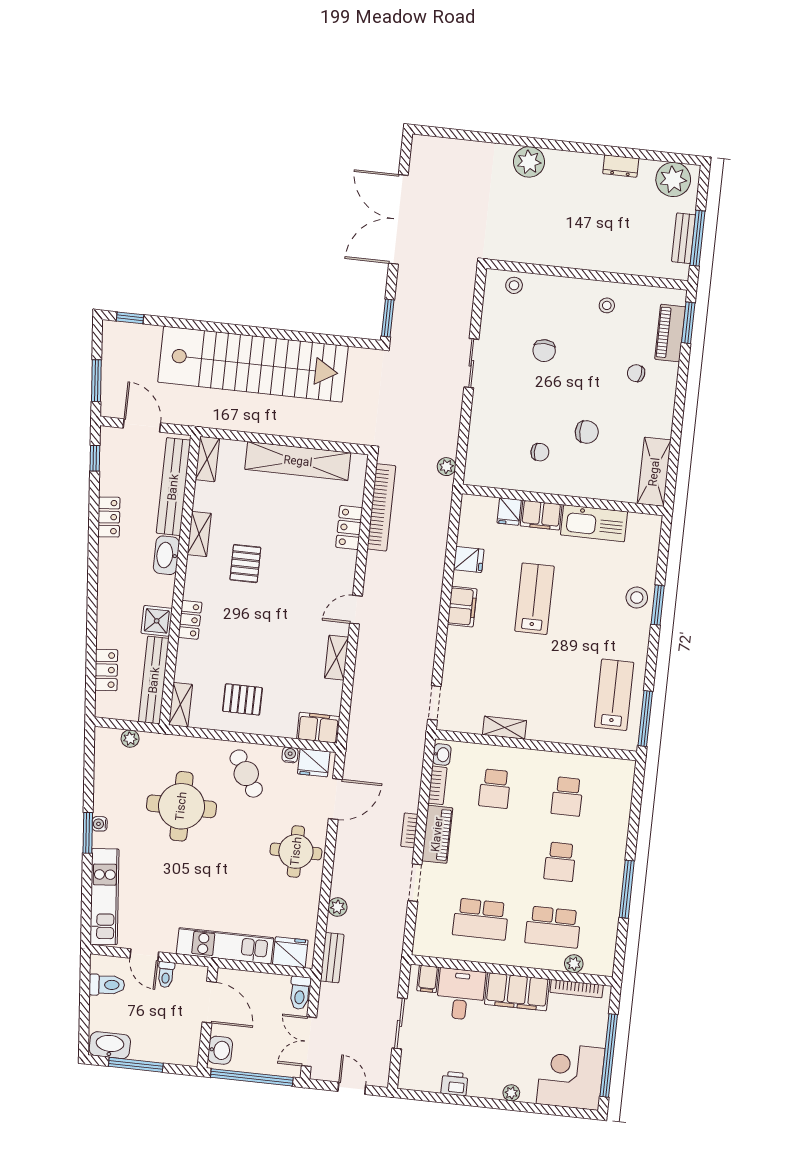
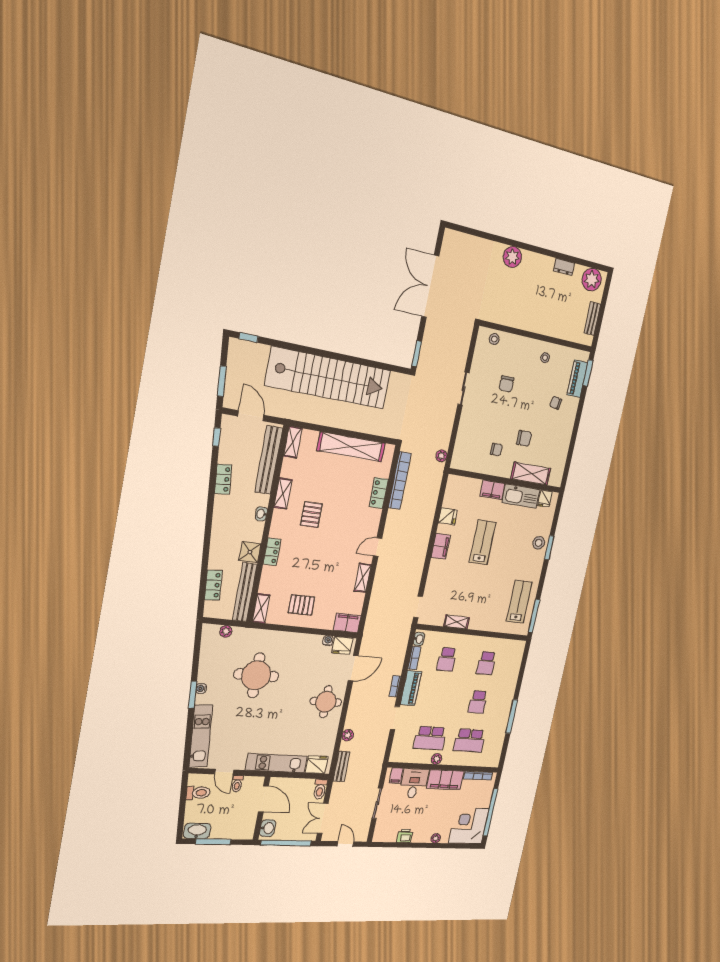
window: (697, 238) -> (600, 319), removed
shelving: (654, 472) -> (531, 474), moved, turned 90
fridge: (509, 512) -> (545, 499), moved
washbasin: (166, 555) -> (261, 514), width x0.52, depth x0.69
cafe table: (246, 774) -> (299, 653), removed
plant: (574, 964) -> (437, 759), moved

